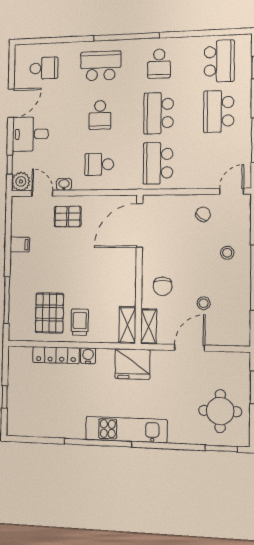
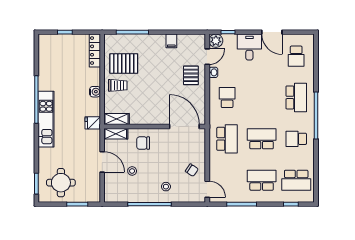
school desk: (100, 115) -> (262, 97), removed
school desk: (158, 163) -> (227, 139), turned 90
locker: (56, 355) -> (95, 51), moved
fridge: (132, 364) -> (93, 123), width x0.53, depth x0.75

